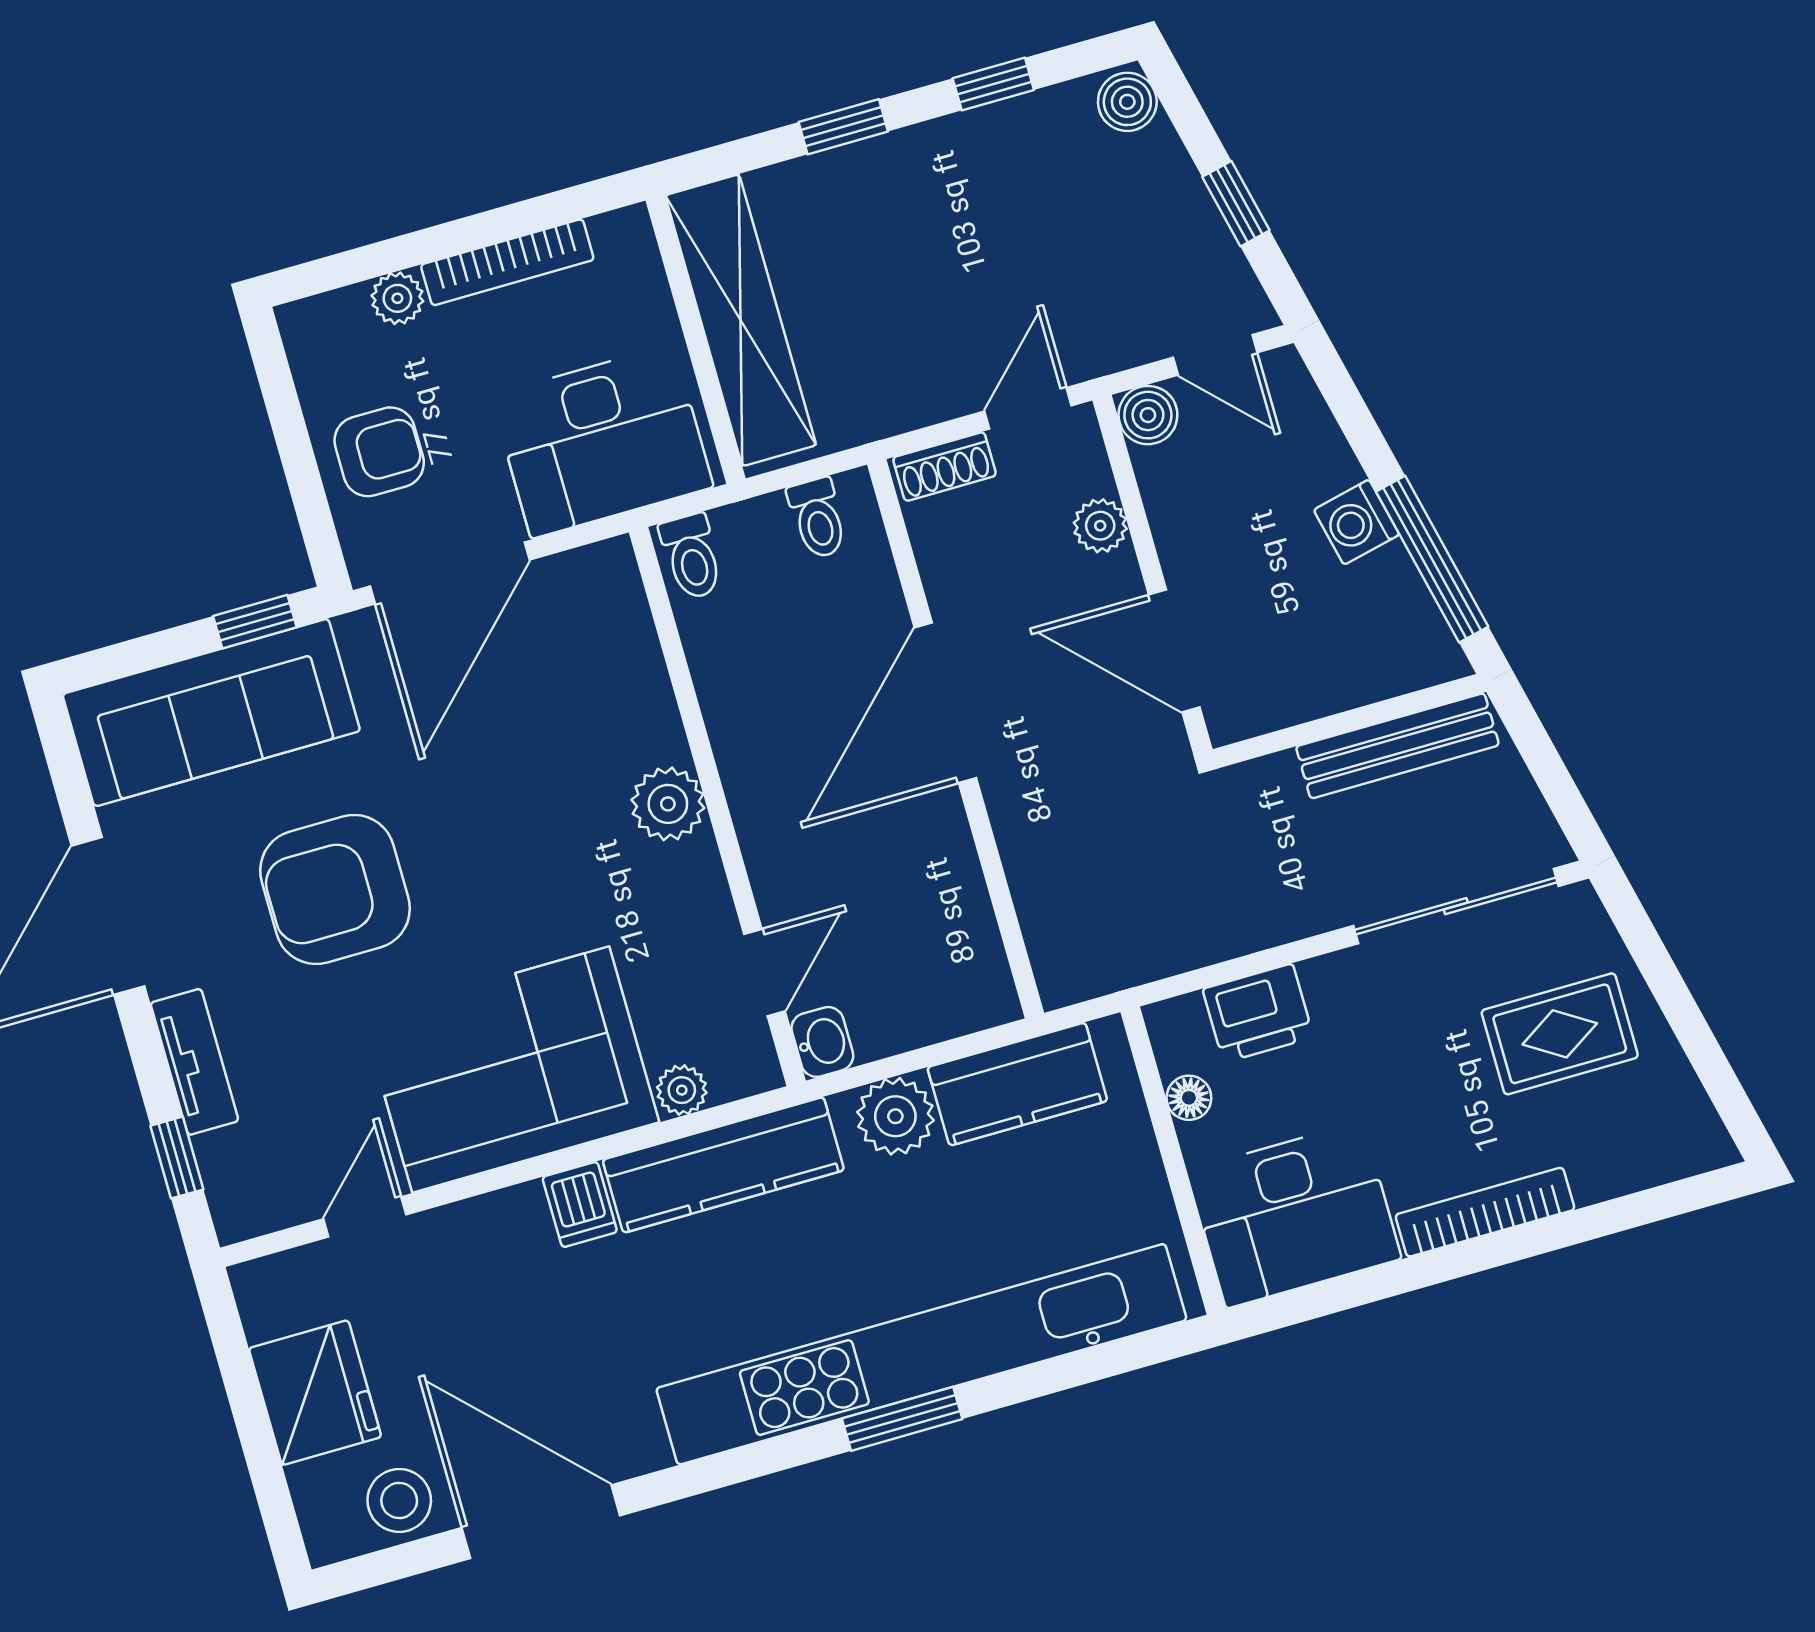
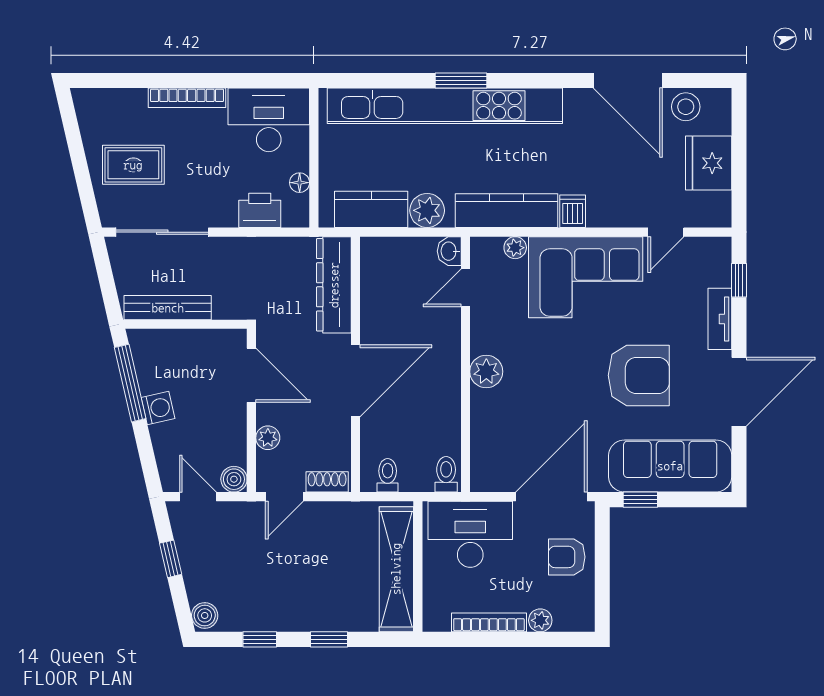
dresser: (1052, 898) -> (334, 285), added

